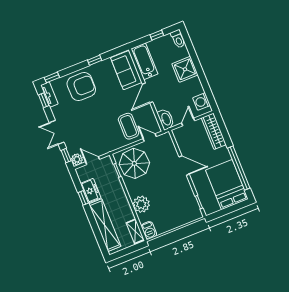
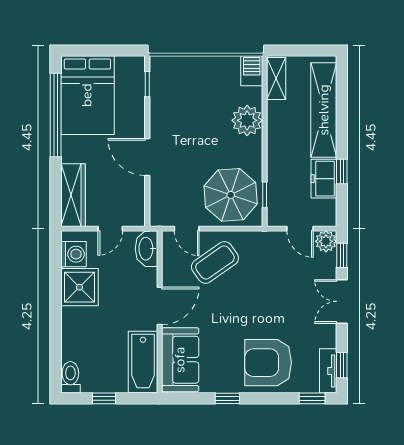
shower: (185, 69) -> (79, 287), moved
coffee table: (129, 126) -> (215, 262), turned 55
double door: (57, 132) -> (342, 301), swing flipped

